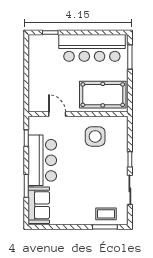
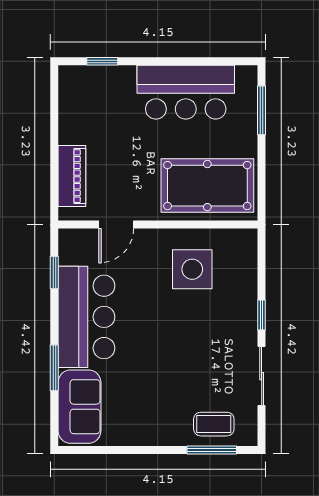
bar counter: (92, 48) -> (186, 92), width x0.73
piano: (35, 90) -> (72, 176), added
door: (57, 114) -> (116, 225), swing flipped

